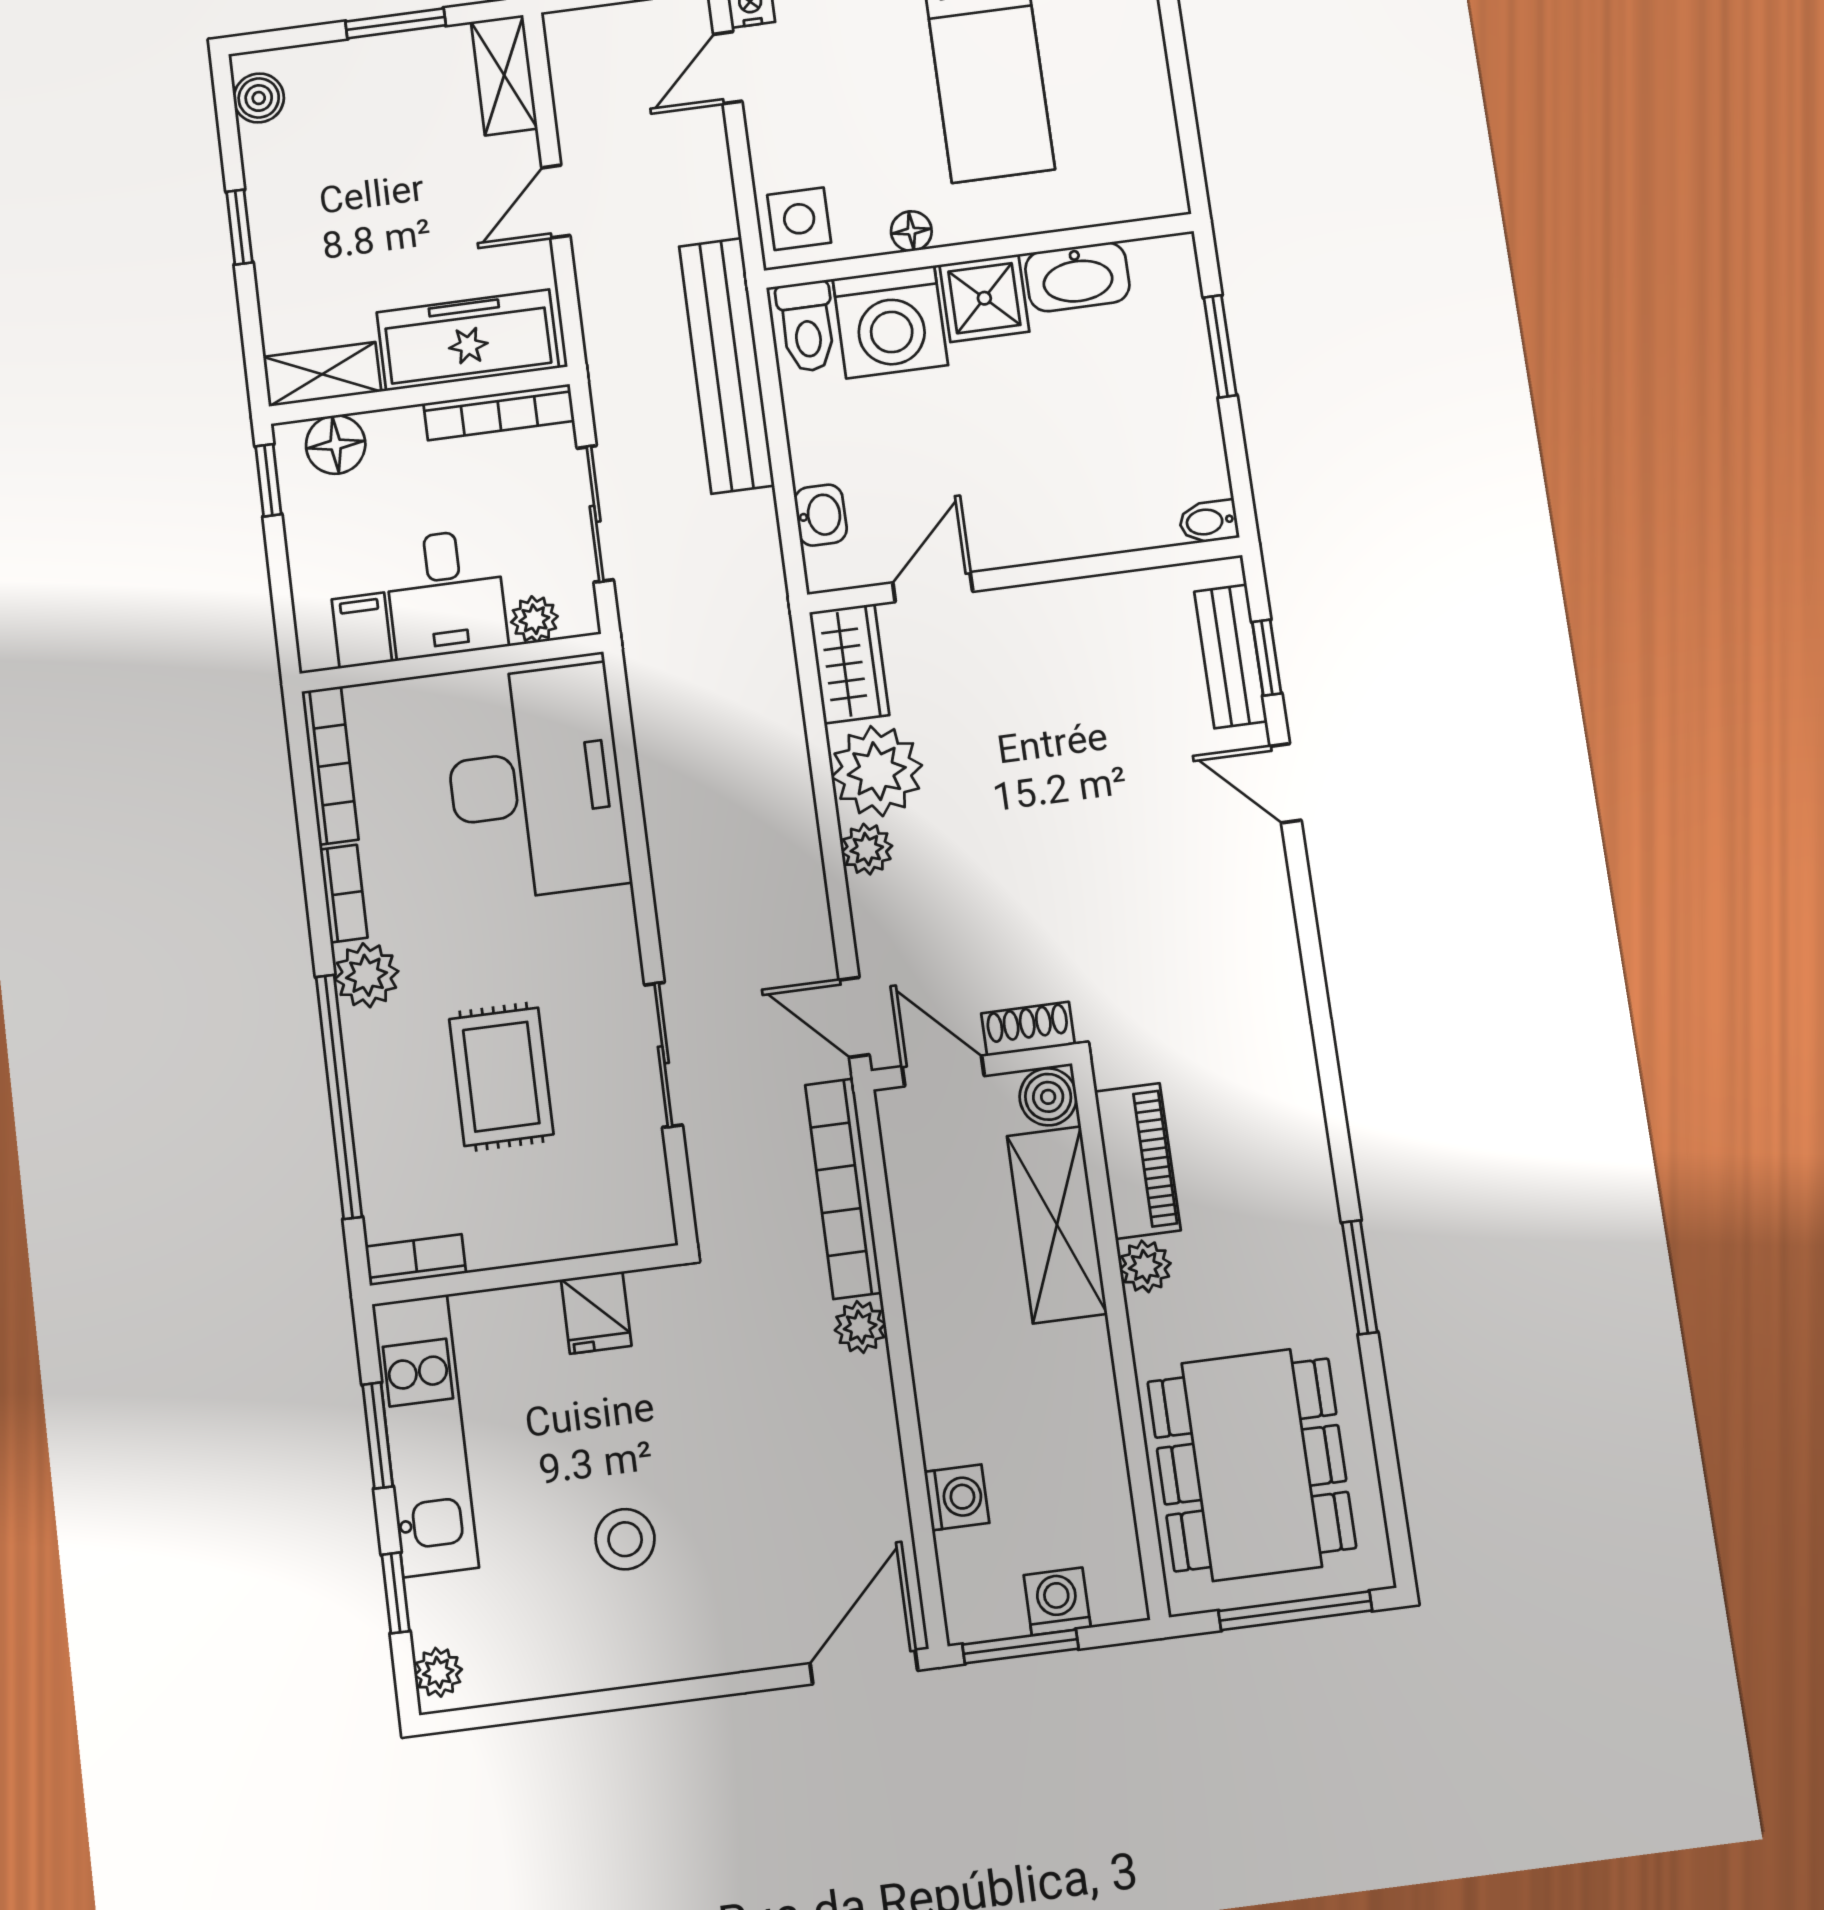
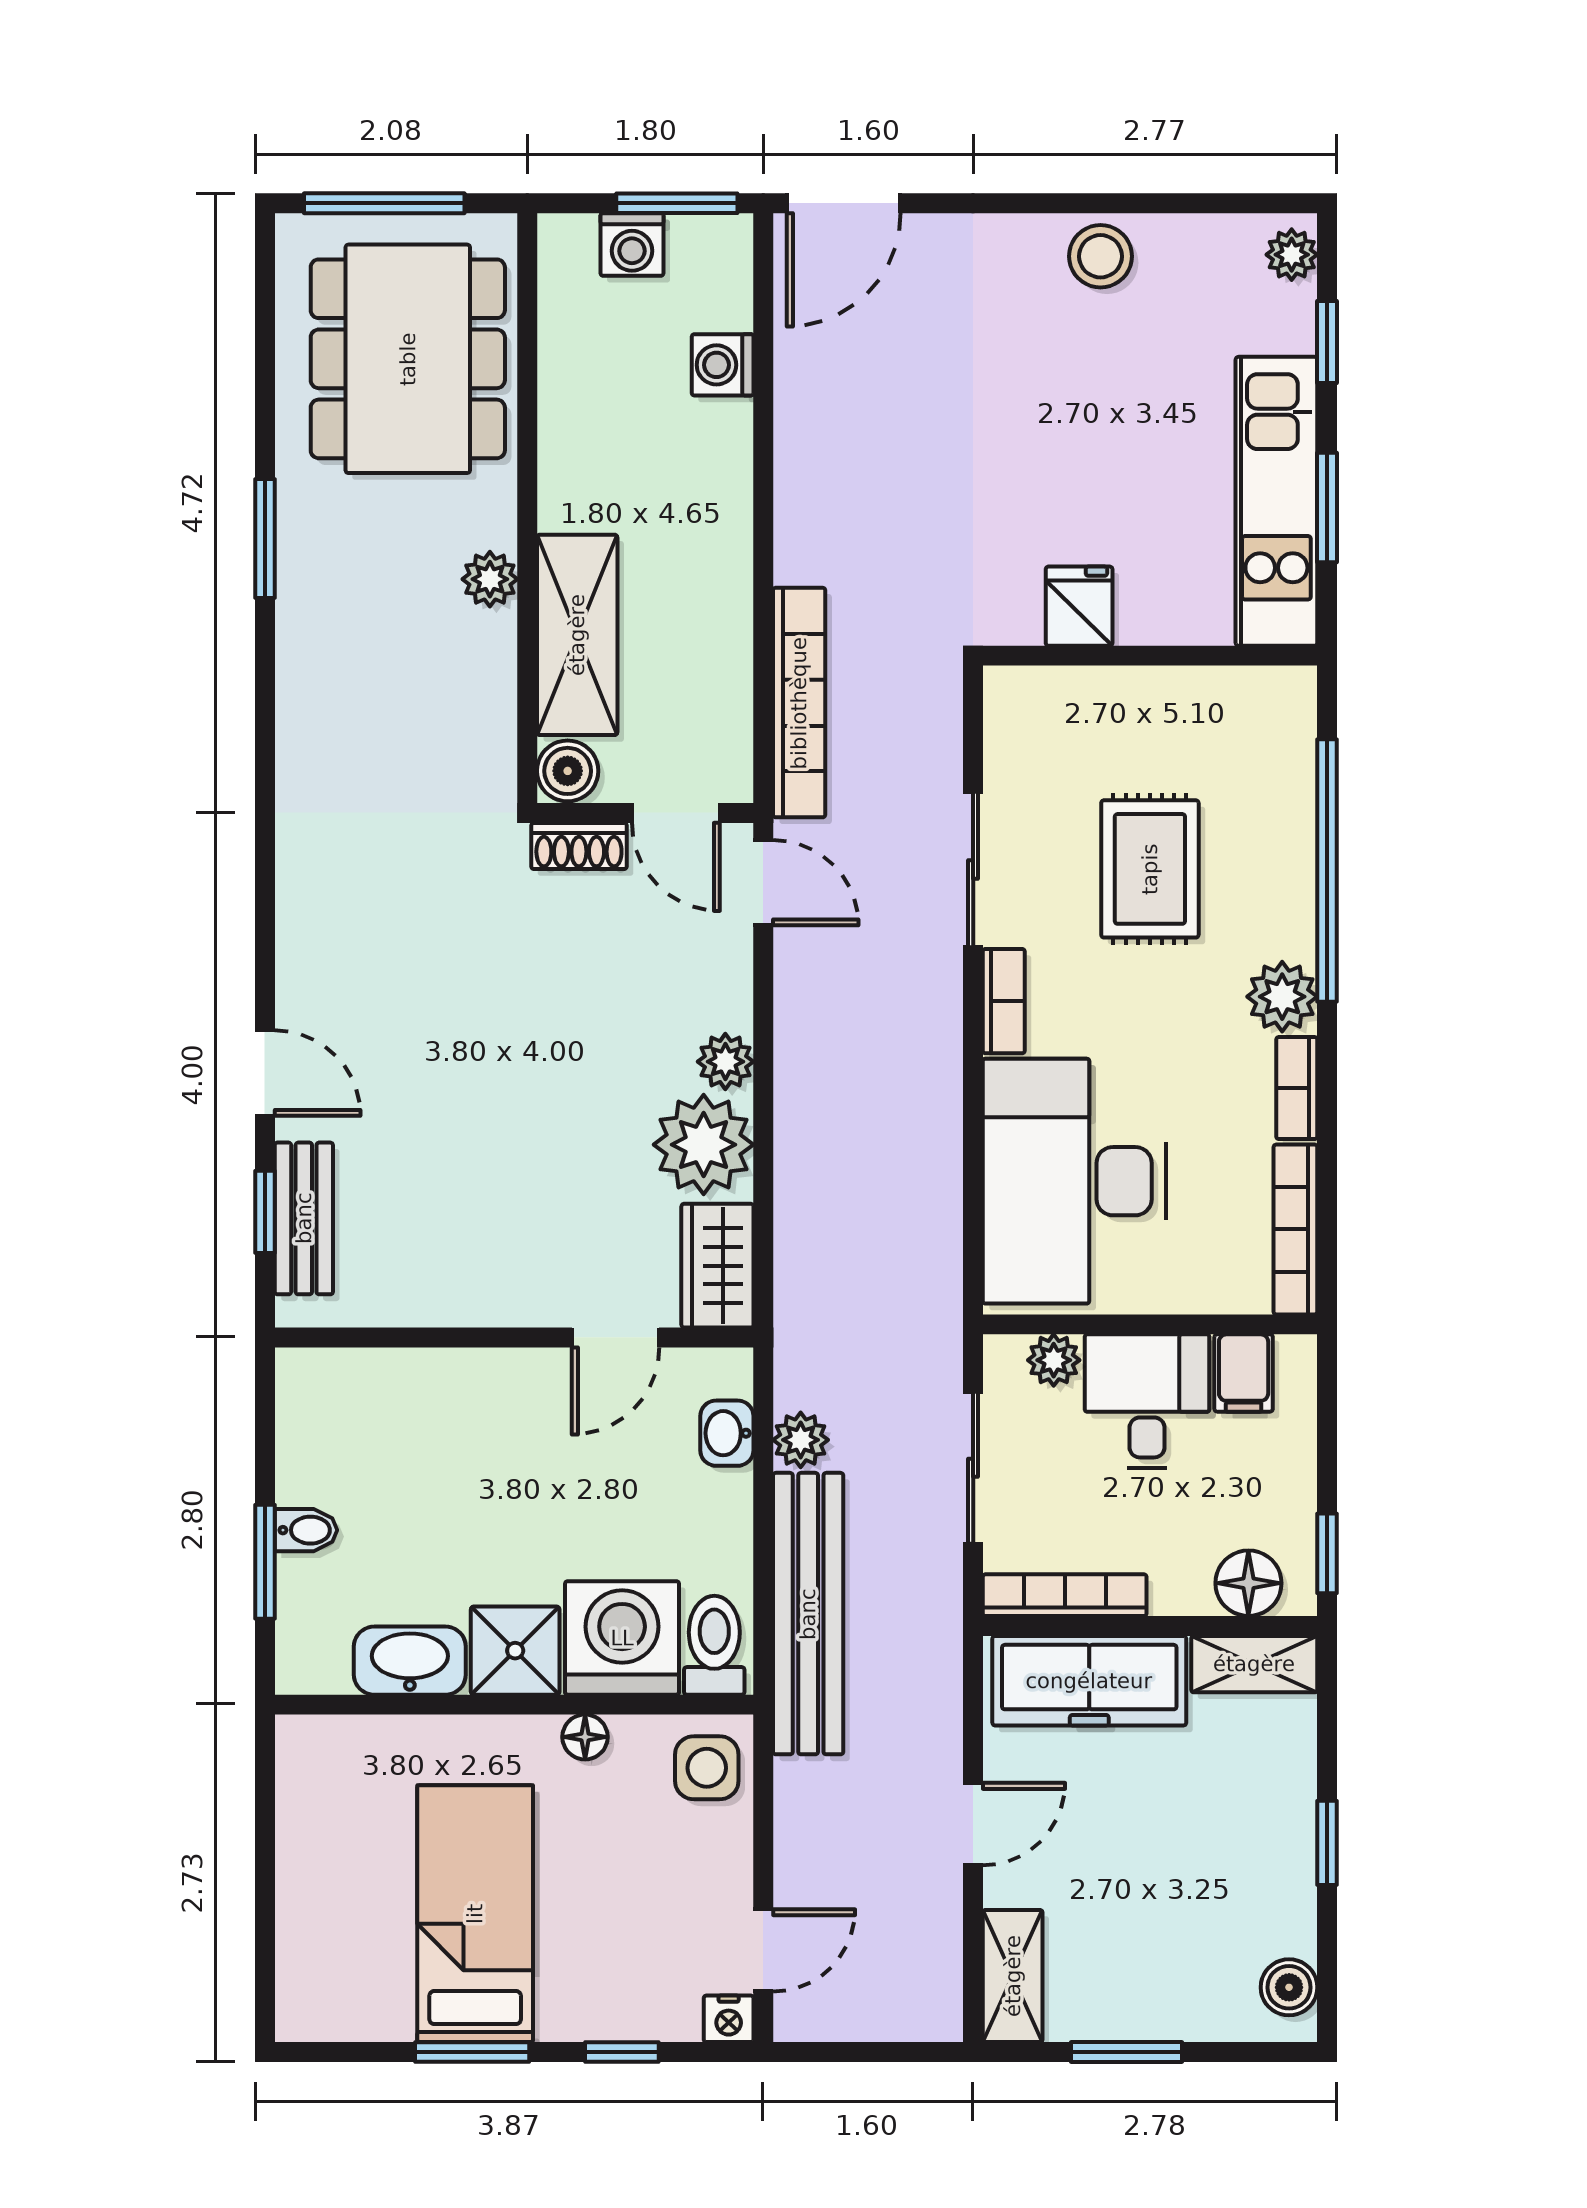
bidet: (1209, 521) -> (306, 1530), moved
piano: (1138, 1161) -> (482, 691), removed
bookcase: (416, 1260) -> (1004, 1001), moved, turned -90
plant: (860, 1327) -> (801, 1440), moved
stool: (625, 1539) -> (1100, 256), moved

